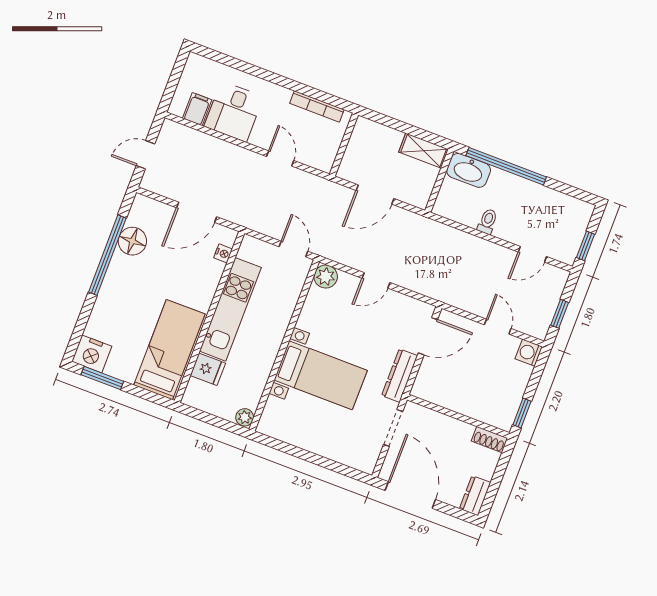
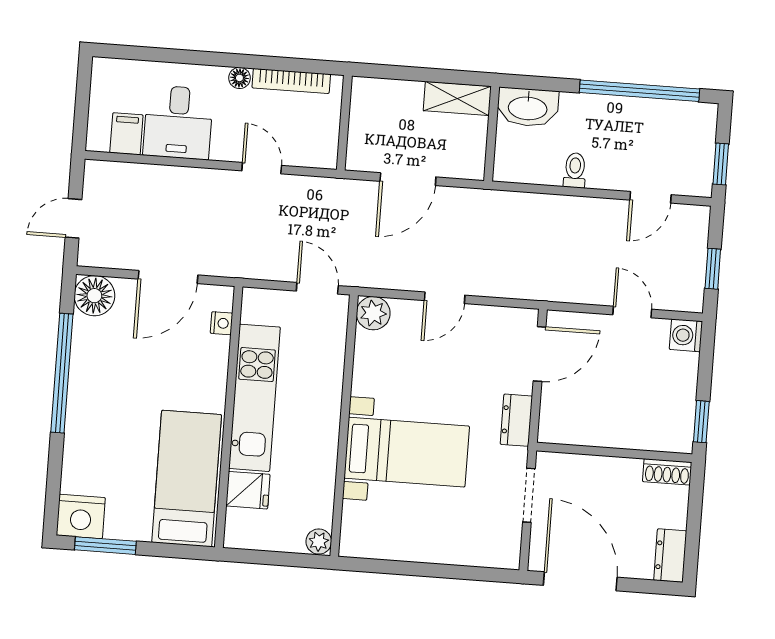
floor lamp: (283, 94) -> (239, 78), added
window: (506, 166) -> (639, 91), moved
floor lamp: (132, 241) -> (94, 296), moved
dresser: (400, 376) -> (516, 420), width x0.70

